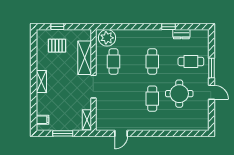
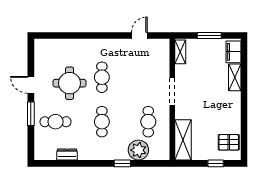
window: (168, 27) -> (122, 163), moved
plant: (107, 38) -> (138, 150), moved
pallet: (57, 46) -> (229, 142), moved
shelving: (85, 58) -> (183, 140), moved
shelving: (41, 81) -> (235, 77), moved
filing cabinet: (42, 120) -> (233, 52), width x2.00

